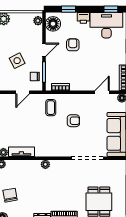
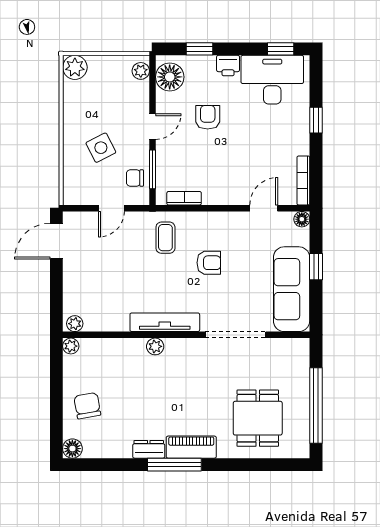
tv unit: (21, 152) -> (165, 322), moved, width x1.41

